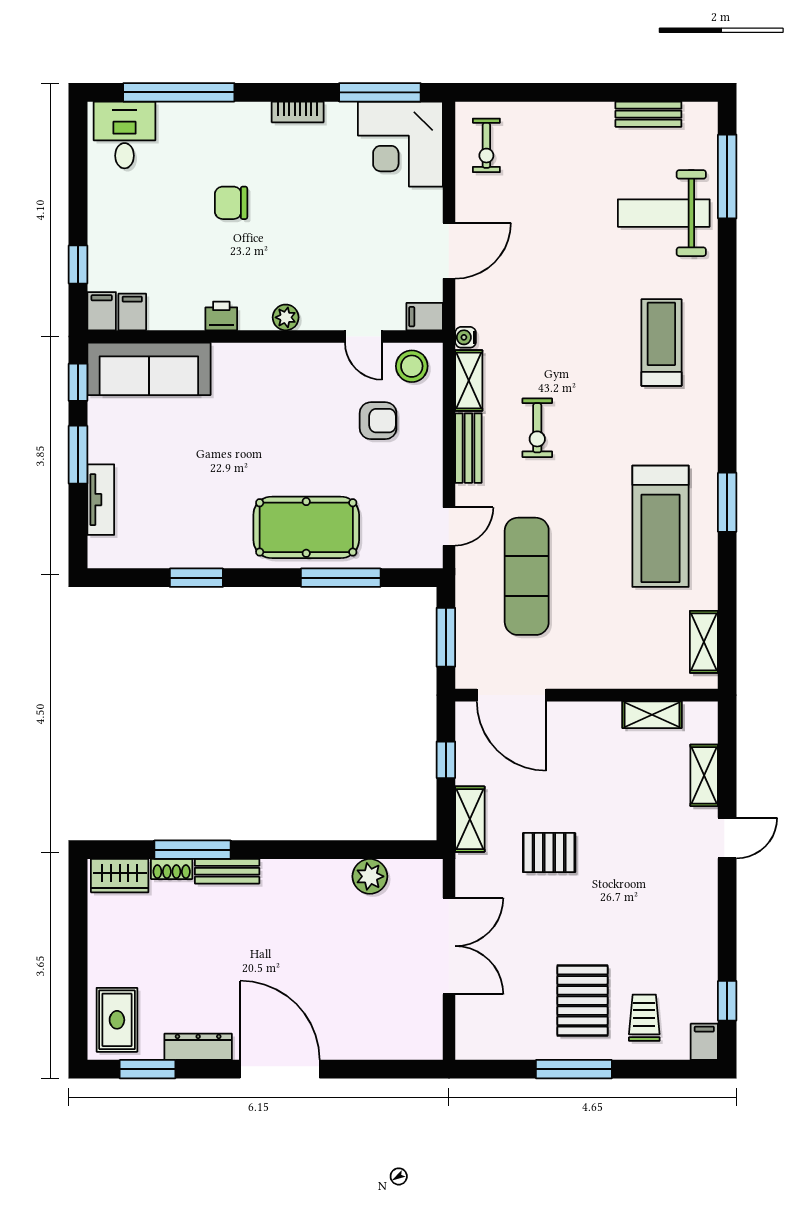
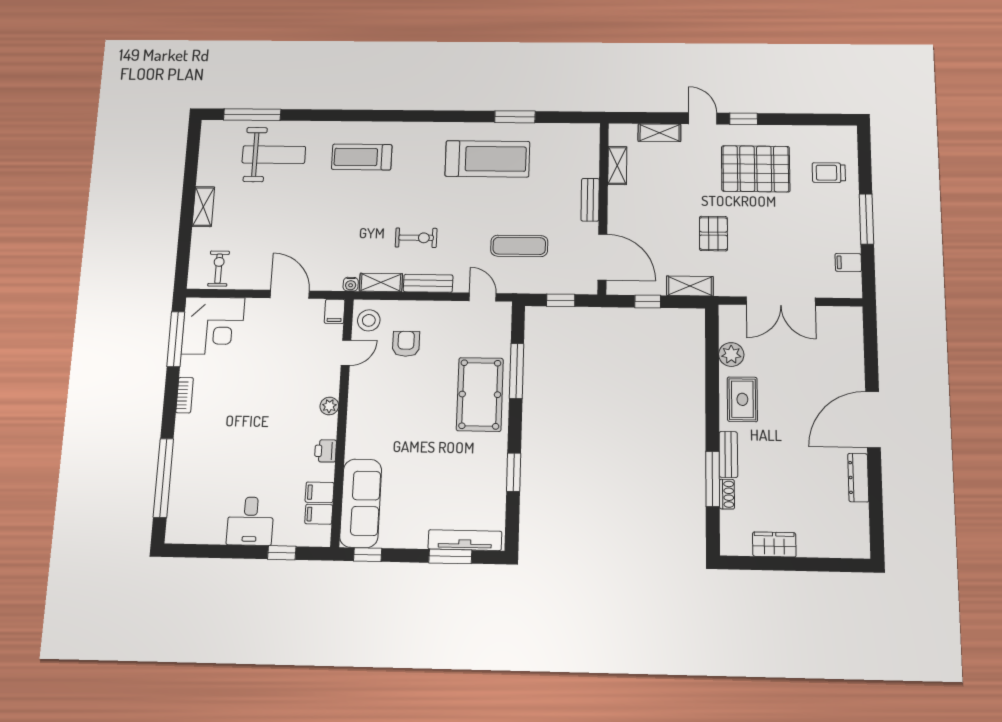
bench: (648, 114) -> (590, 200), moved
desk: (124, 135) -> (250, 521), moved, turned -90
exercise bike: (486, 145) -> (219, 269), turned -90
chair: (231, 203) -> (245, 443), removed
weight bench: (664, 213) -> (274, 155), turned -90
filing cabinet: (102, 311) -> (320, 492), moved
window: (78, 455) -> (450, 556), moved
tv unit: (101, 500) -> (465, 540), width x1.41
window: (727, 502) -> (515, 117), moved
exercise mat: (527, 576) -> (519, 246), width x0.73, depth x0.69
window: (446, 637) -> (561, 300), width x0.67
shelving: (704, 642) -> (203, 207), moved, turned 90
door: (512, 695) -> (602, 257), hinge flipped
wardrobe: (120, 876) -> (774, 544), moved, turned -90
double door: (449, 946) -> (781, 301), swing flipped
pallet: (582, 1001) -> (756, 169), moved, width x1.37, depth x1.41
window: (727, 1001) -> (744, 119), moved
rug: (117, 1020) -> (742, 399), moved, turned 90
filing cabinet: (704, 1042) -> (848, 262), moved
window: (147, 1069) -> (876, 515), removed

